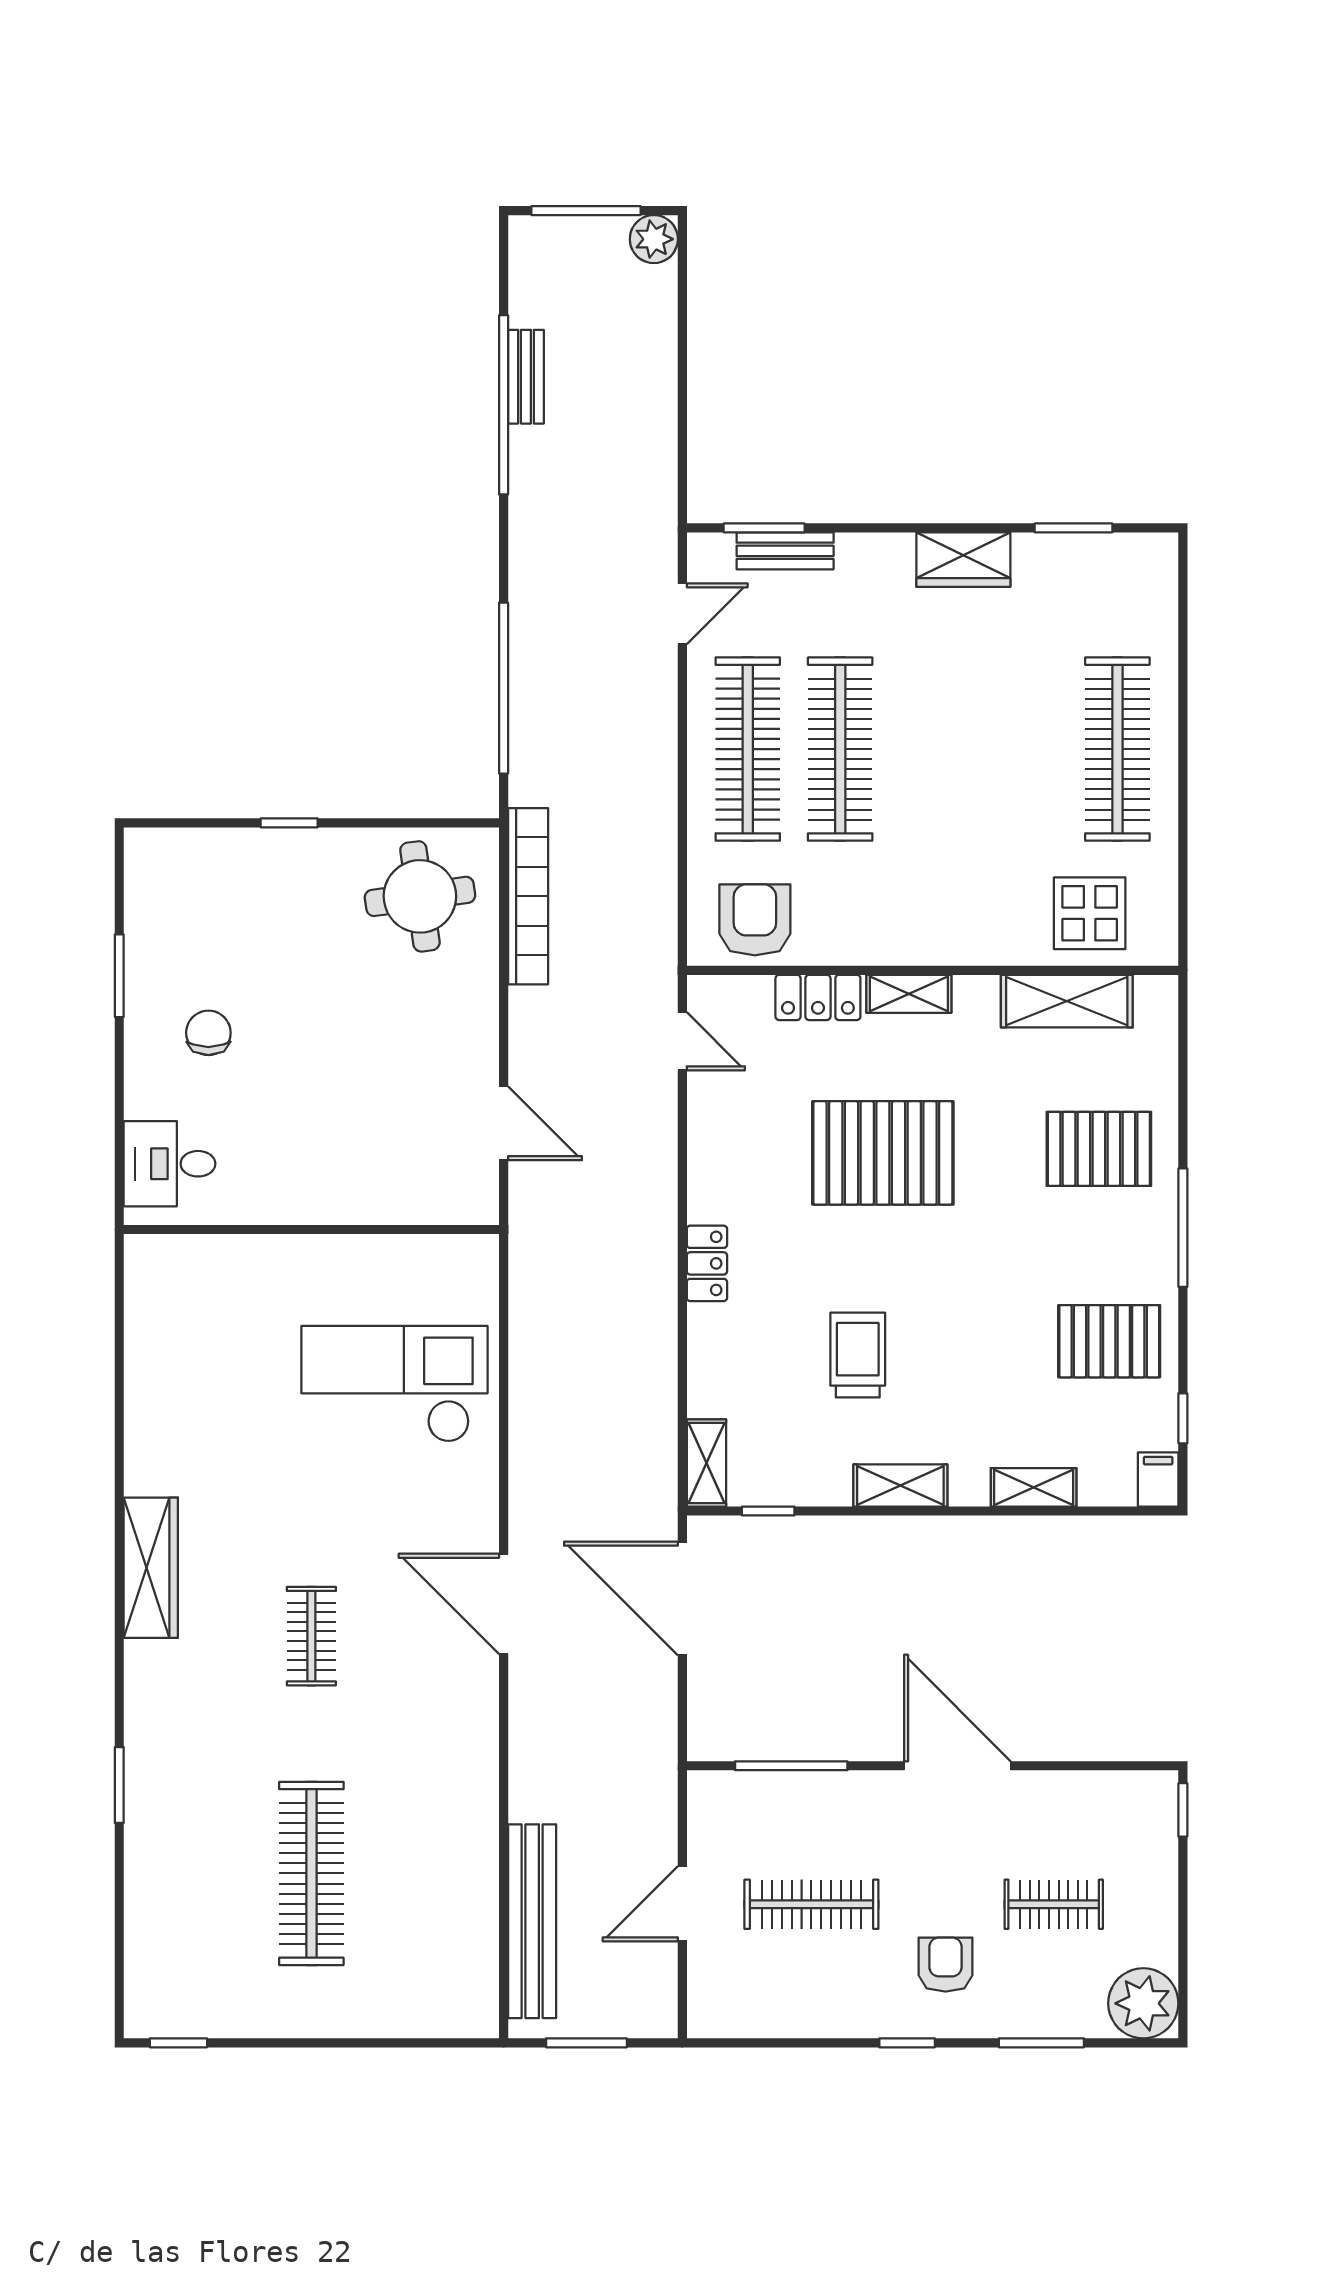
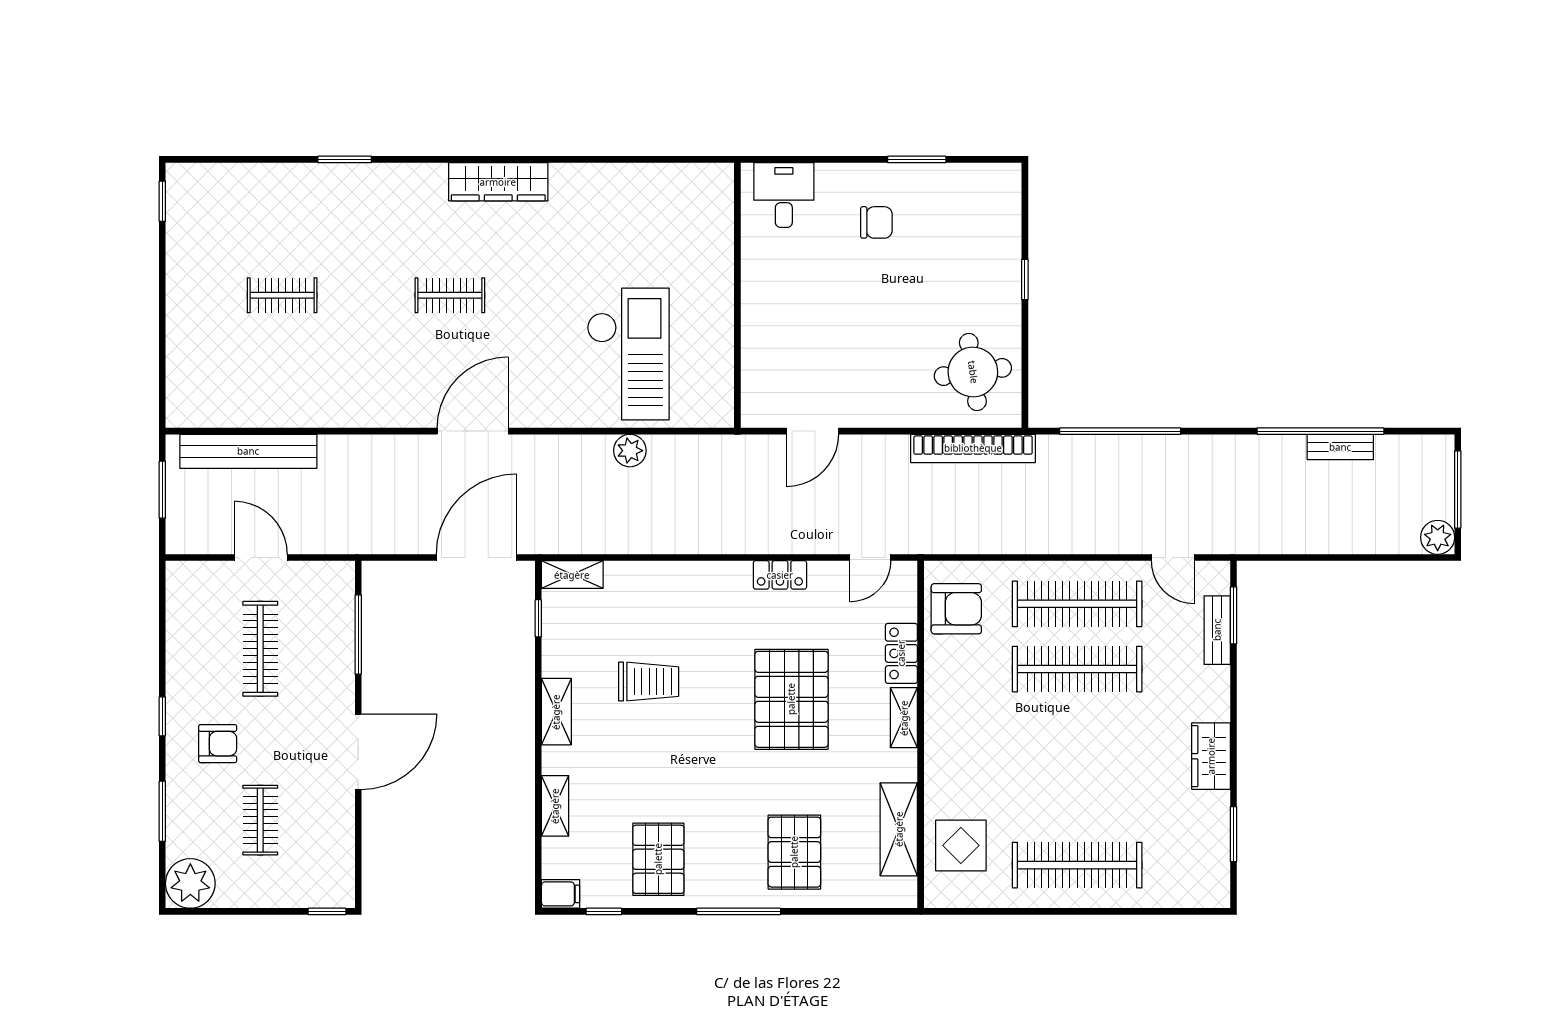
locker: (707, 1263) -> (780, 575), moved
plant: (531, 1382) -> (630, 451), added
clothes rail: (311, 1873) -> (282, 295), width x0.54, depth x0.76

